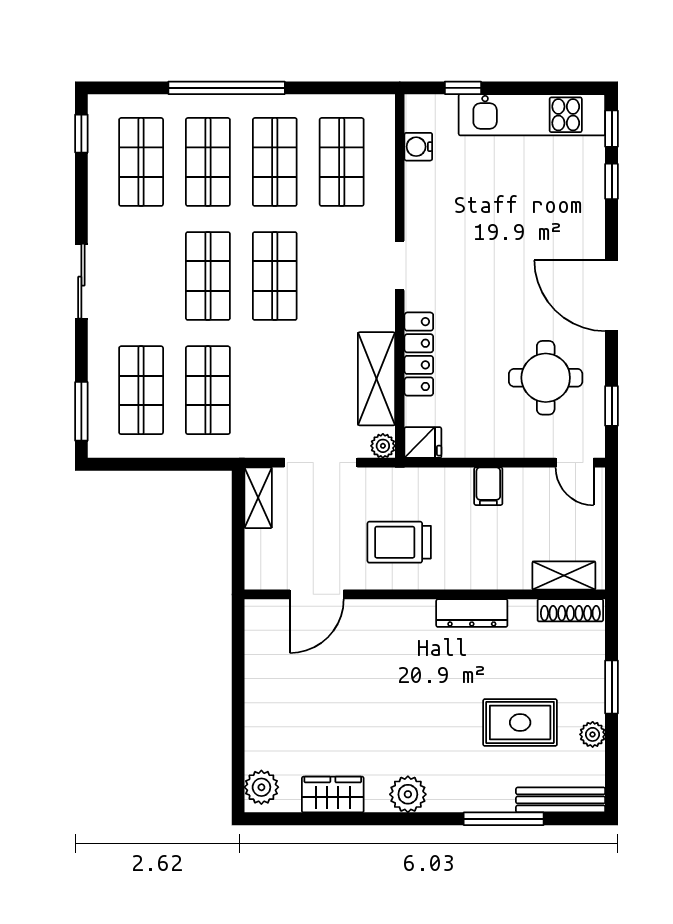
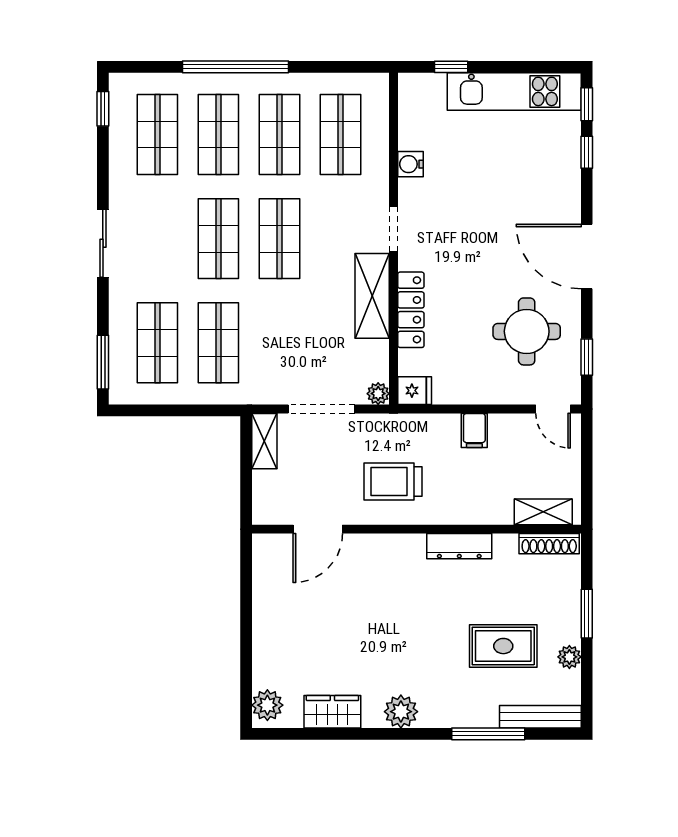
water cooler: (418, 147) -> (410, 164), moved
shelving: (376, 379) -> (372, 296), moved

